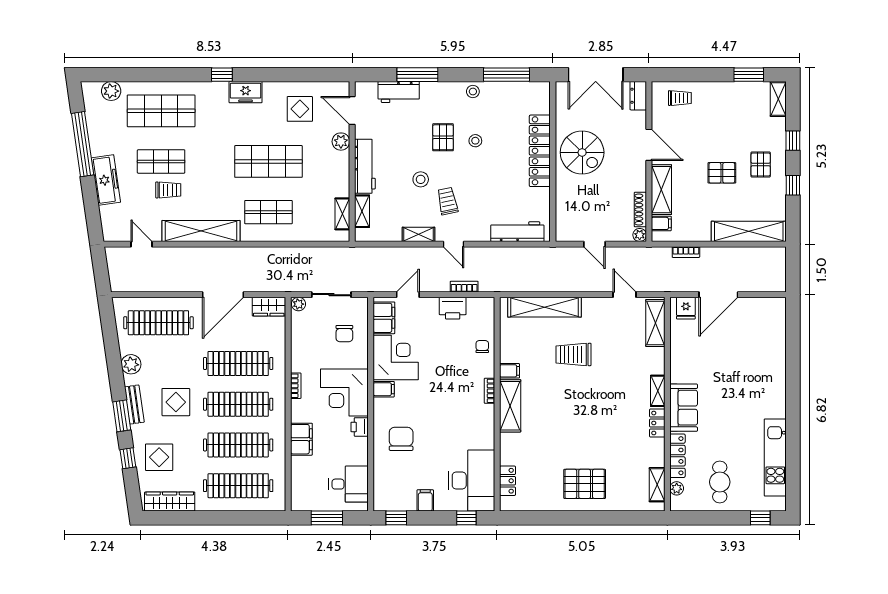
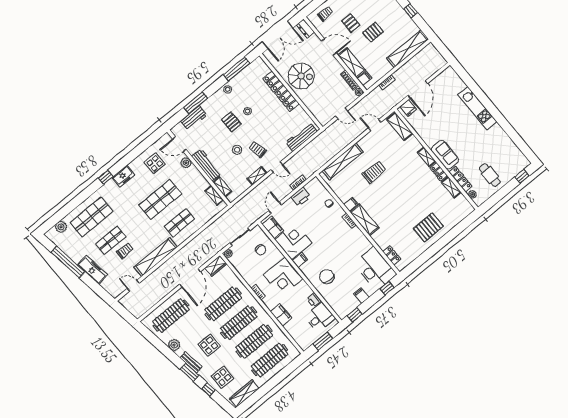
pallet: (761, 165) -> (351, 23), moved
trolley: (573, 354) -> (374, 172), turned 180
printer: (360, 427) -> (314, 300), moved
kitchen unit: (775, 457) -> (477, 108), moved
shelving: (657, 485) -> (451, 187), moved

